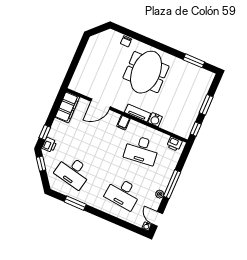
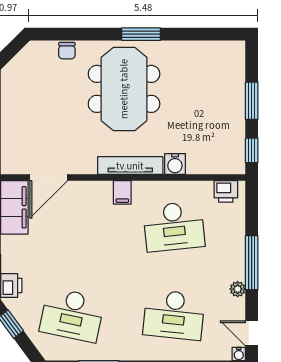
window: (194, 61) -> (141, 34), moved
door: (101, 104) -> (49, 178), moved
tv unit: (138, 113) -> (130, 166), width x1.41

